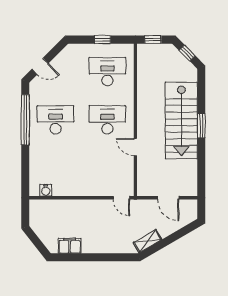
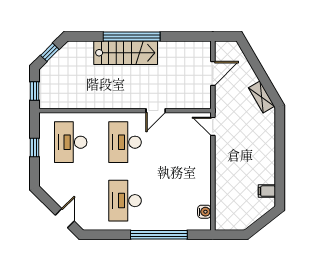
window: (25, 120) -> (159, 235), moved
stairs: (181, 120) -> (126, 53), width x0.73, depth x0.66
window: (201, 126) -> (132, 36), width x2.11
door: (121, 198) -> (213, 126), swing flipped
filing cabinet: (70, 246) -> (267, 191), width x0.50

